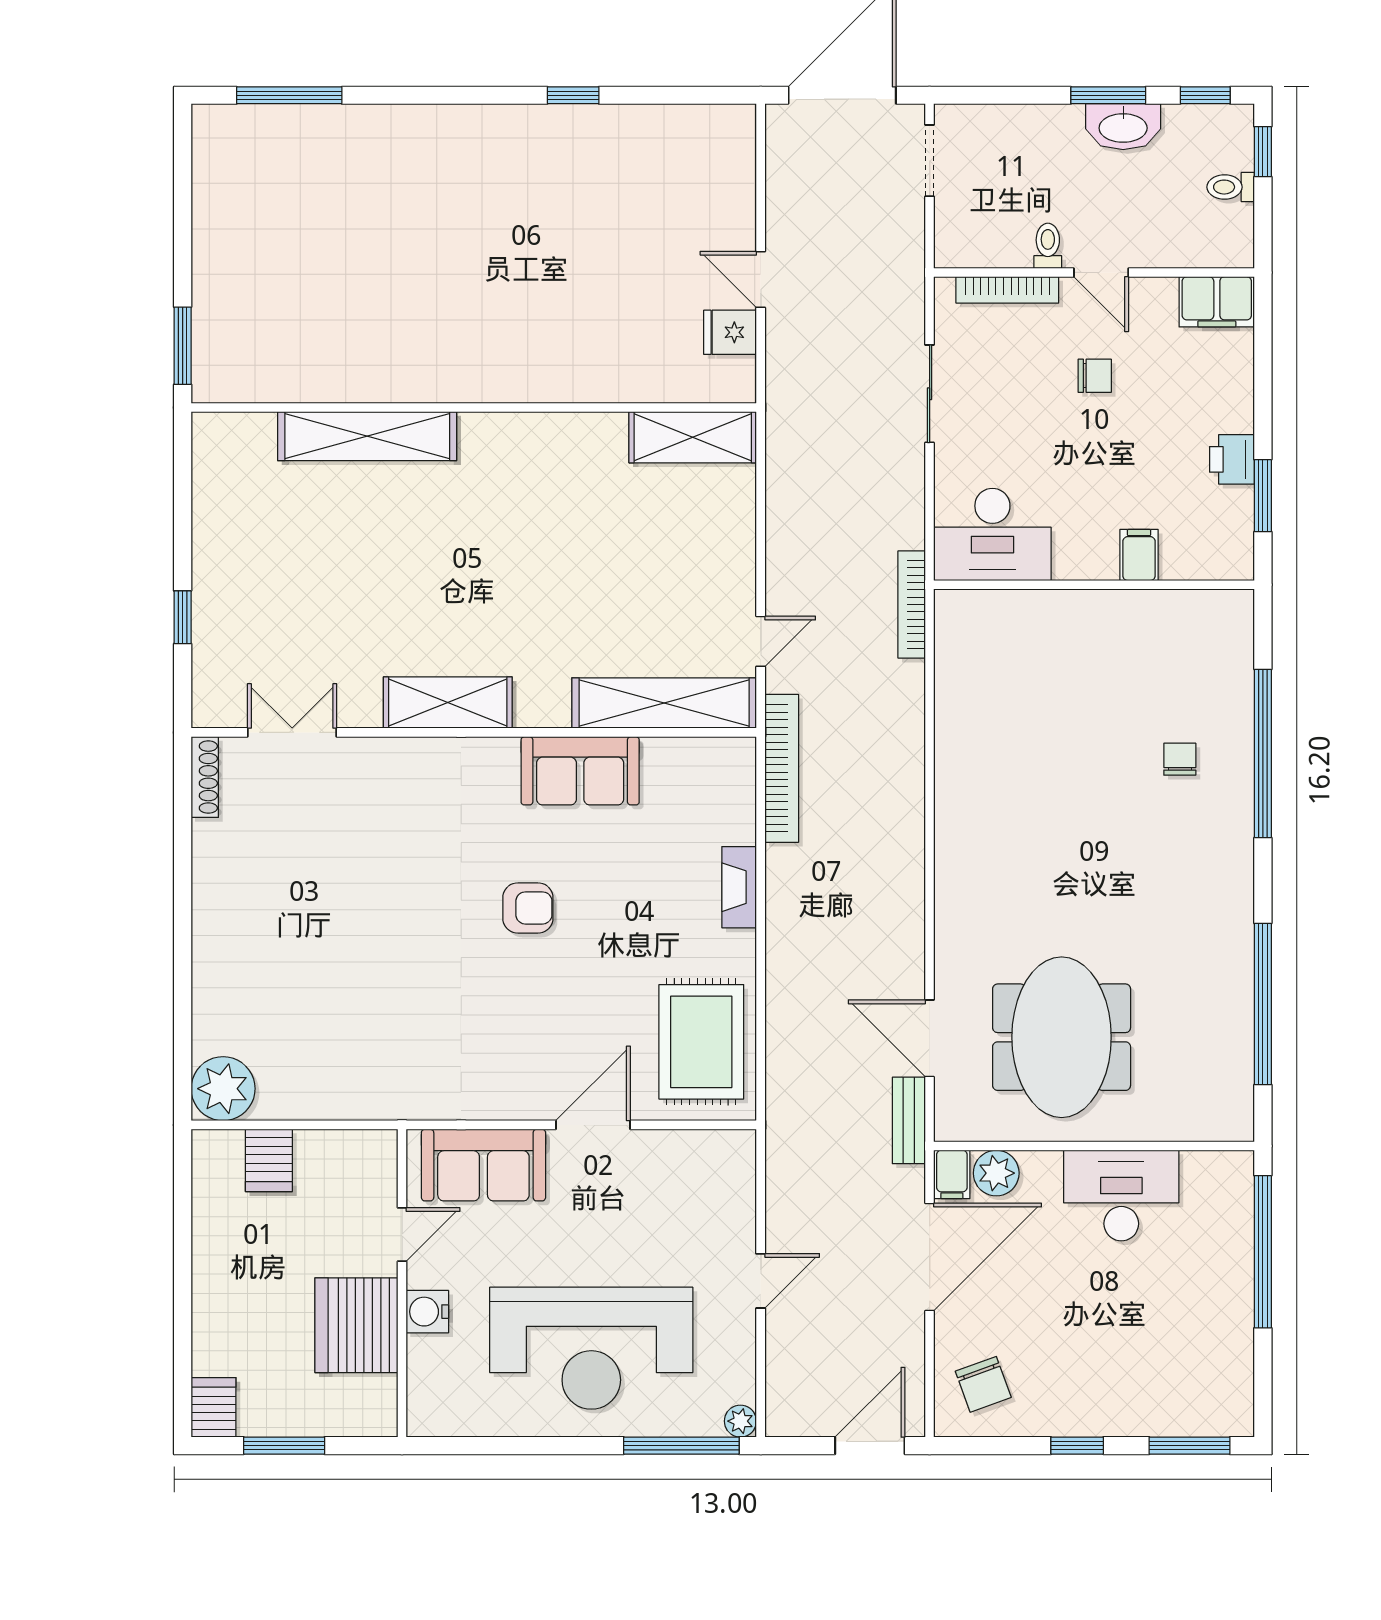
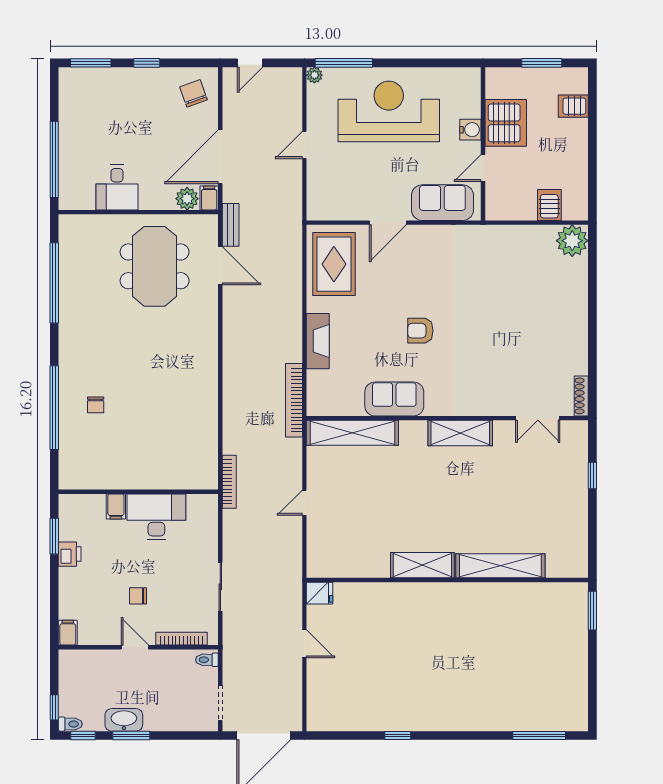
toilet: (1231, 187) -> (70, 724), moved
toilet: (1048, 246) -> (207, 660), moved, turned 90
filing cabinet: (1217, 302) -> (68, 633), width x0.50
fridge: (730, 332) -> (320, 593), moved
shelving: (693, 437) -> (422, 565), moved
desk: (992, 534) -> (156, 517), moved
door: (761, 641) -> (304, 503), moved
fireplace: (739, 887) -> (318, 341), width x1.37, depth x1.32
desk: (1121, 1196) -> (117, 187), width x0.73
server rack: (213, 1407) -> (573, 106), moved, turned 90
door: (870, 1446) -> (250, 63), width x0.73

